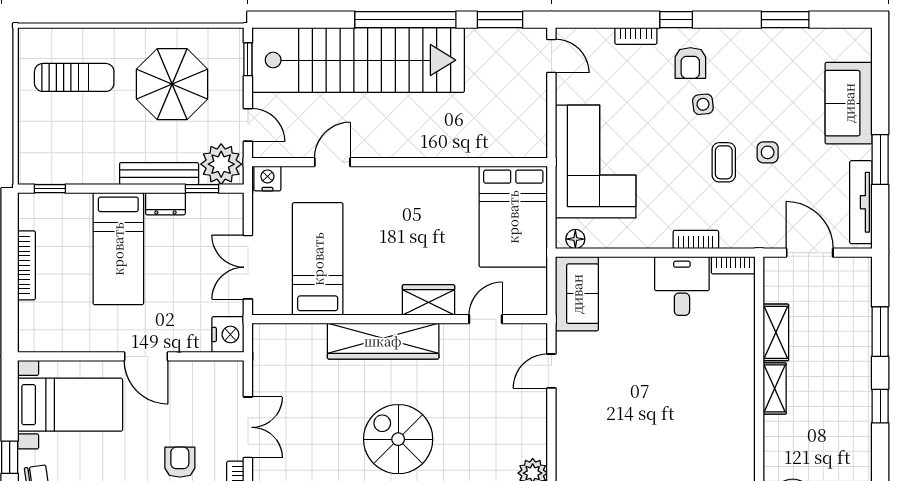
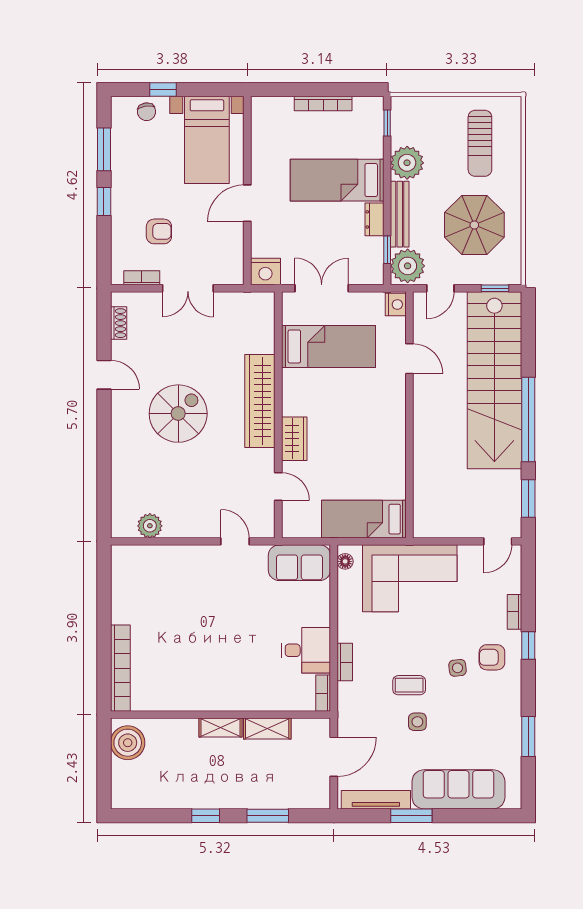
sofa: (849, 103) -> (458, 789), width x1.36
plant: (98, 165) -> (407, 163), added
bed: (513, 217) -> (364, 519), width x0.67

